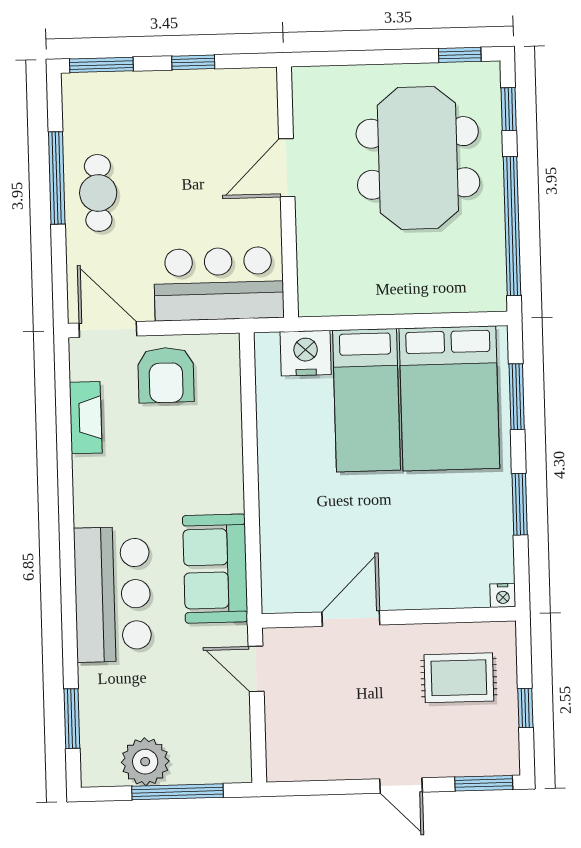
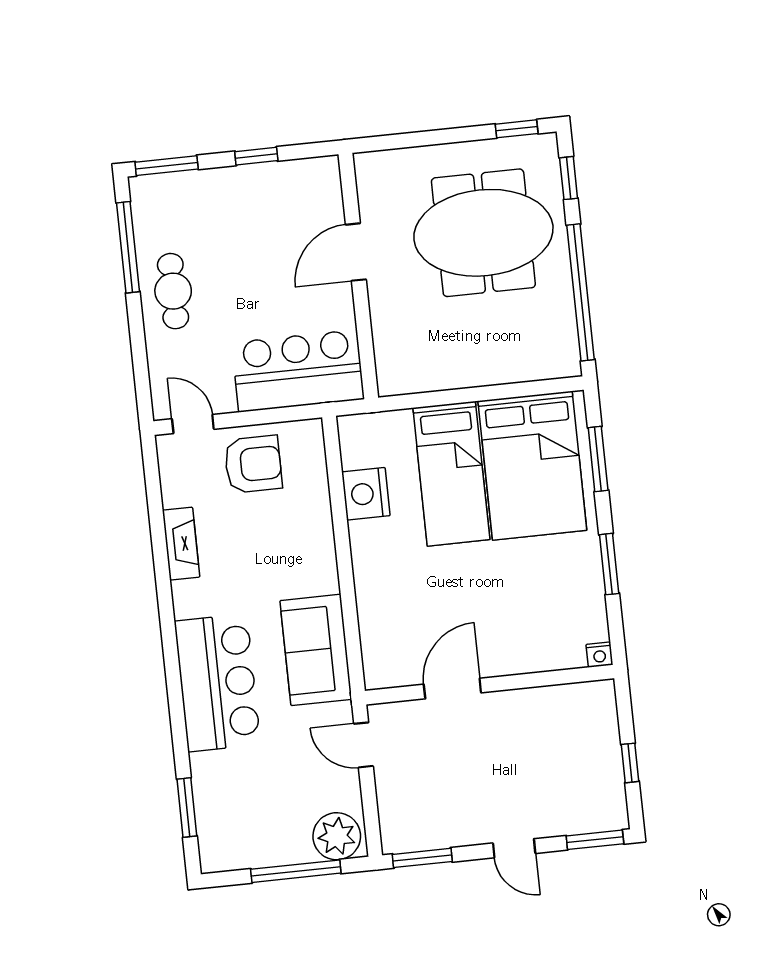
meeting table: (418, 158) -> (483, 233), turned 90
window: (57, 178) -> (128, 247), moved
door: (108, 330) -> (193, 424), width x0.73
nightstand: (306, 353) -> (366, 494), moved, turned -90
armchair: (166, 375) -> (253, 464), turned -90
fireplace: (86, 418) -> (181, 544), moved
rug: (459, 678) -> (563, 738), removed
plant: (145, 762) -> (337, 836), moved
window: (307, 788) -> (422, 858), added

